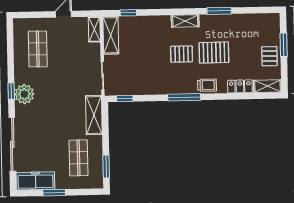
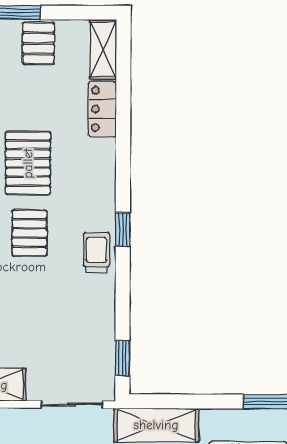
pallet: (269, 56) -> (38, 43), turned 90
trolley: (207, 85) -> (96, 253), moved
window: (184, 97) -> (123, 230), width x0.46

